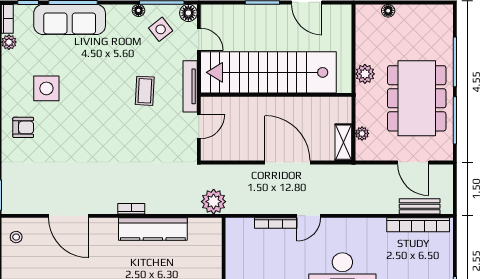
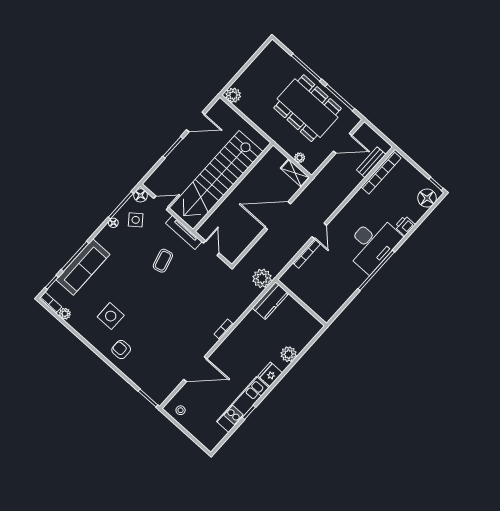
floor lamp: (388, 11) -> (242, 79), removed
plant: (365, 74) -> (233, 95), moved
coffee table: (145, 91) -> (163, 261), turned 72
armchair: (23, 127) -> (121, 350), turned -90
kitchen counter: (153, 229) -> (270, 301), moved, width x0.67

